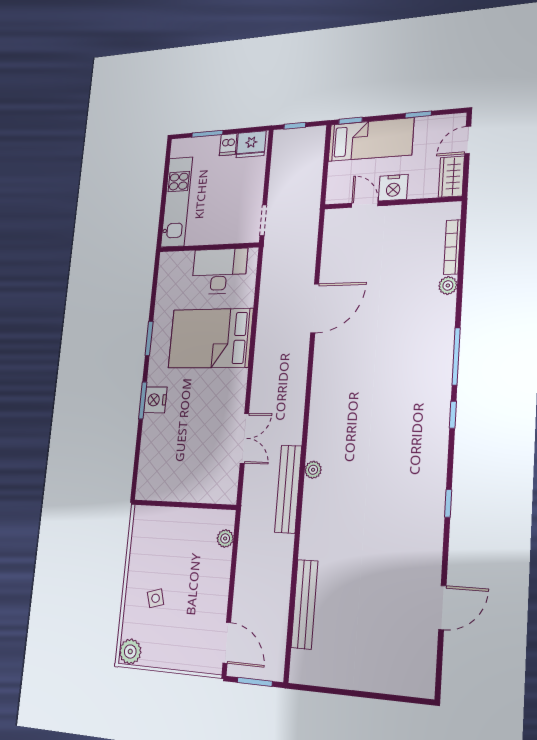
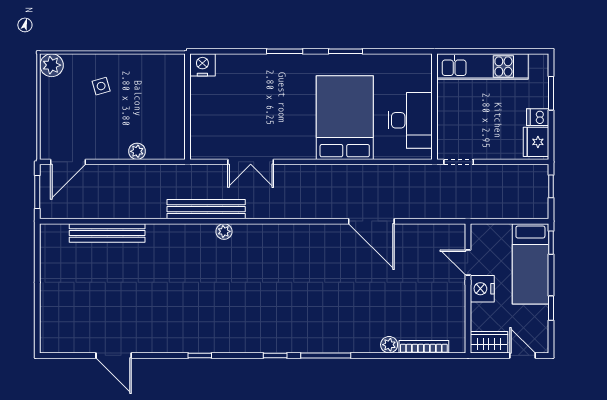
door: (365, 204) -> (468, 263), swing flipped
nightstand: (155, 400) -> (202, 65), moved
plant: (225, 538) -> (137, 151), moved

